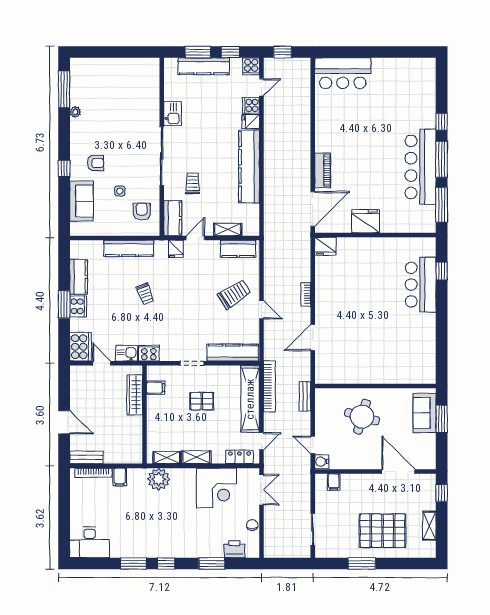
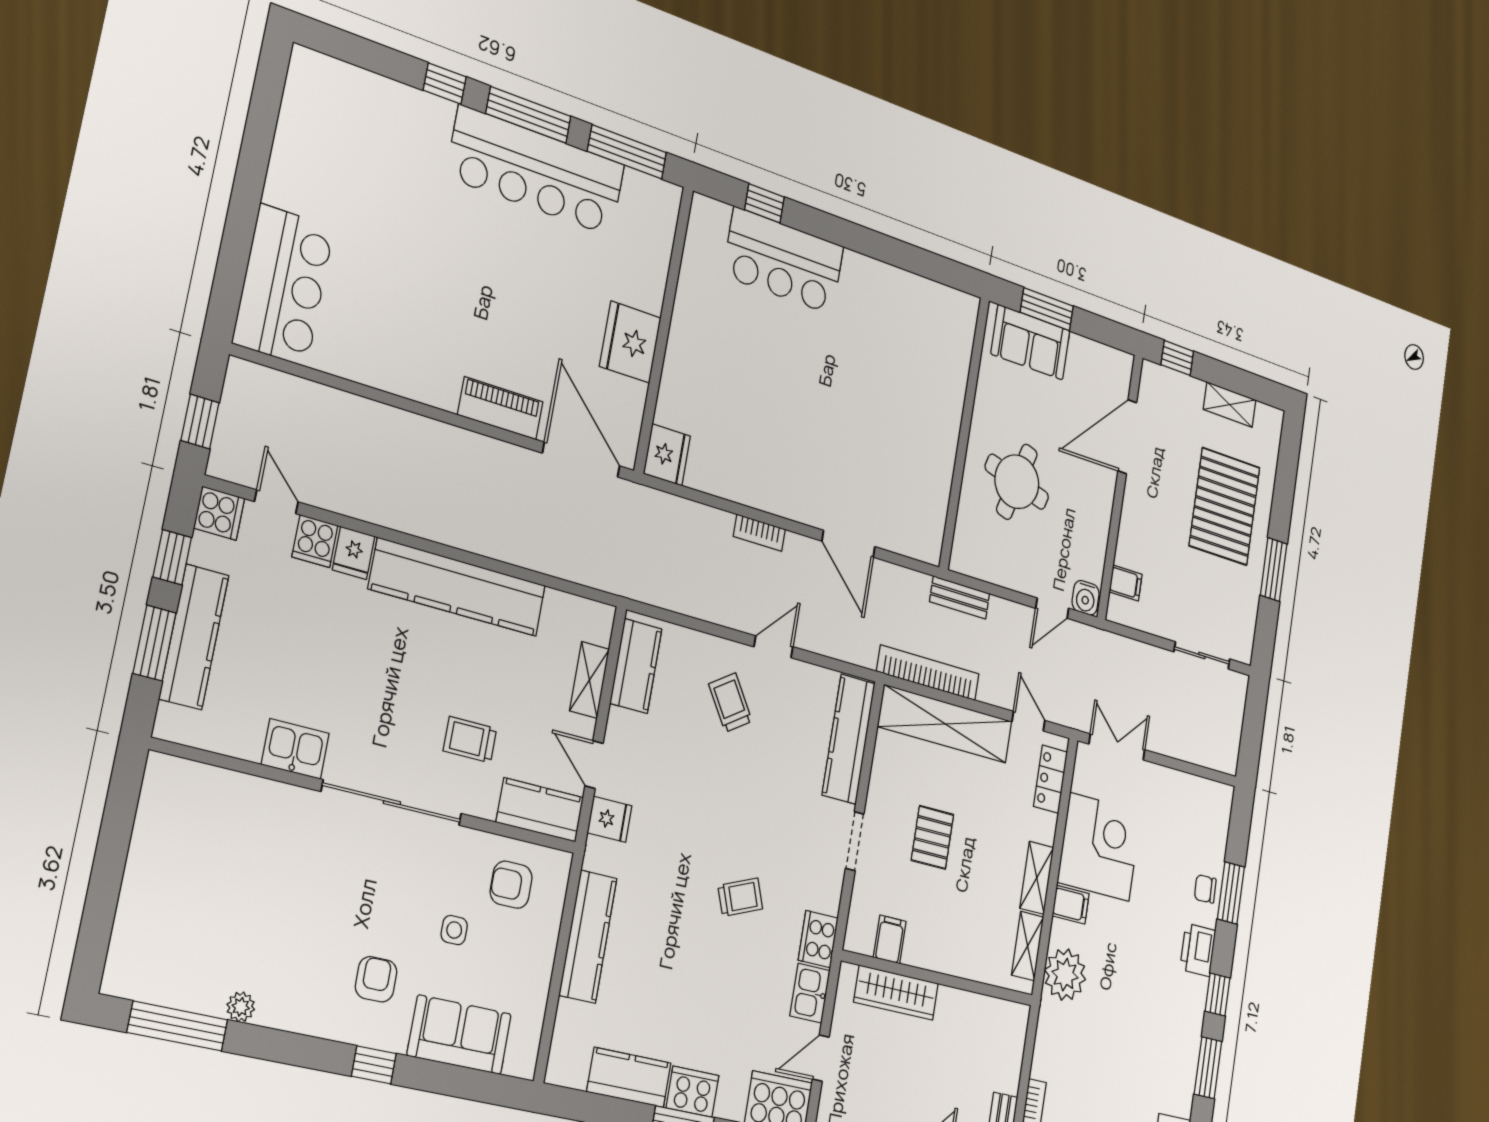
trolley: (145, 294) -> (740, 897), moved
trolley: (234, 294) -> (730, 703), width x0.73, depth x0.72
filing cabinet: (120, 477) -> (1071, 905), moved
chair: (252, 525) -> (1205, 889), moved
printer: (234, 549) -> (1198, 950), moved

